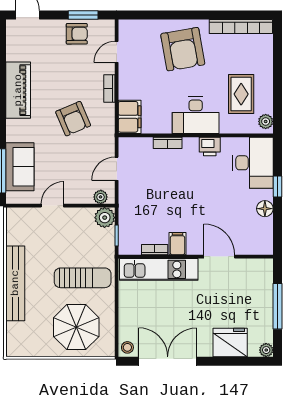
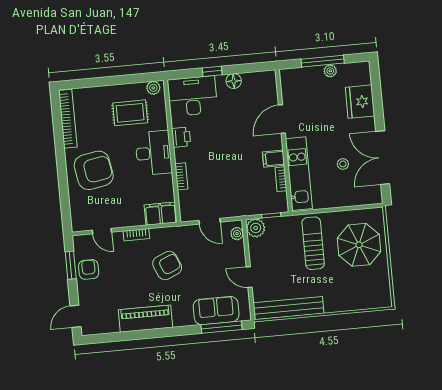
bench: (15, 283) -> (289, 308), moved
stool: (127, 347) -> (343, 164), moved
plant: (266, 350) -> (330, 71), moved

